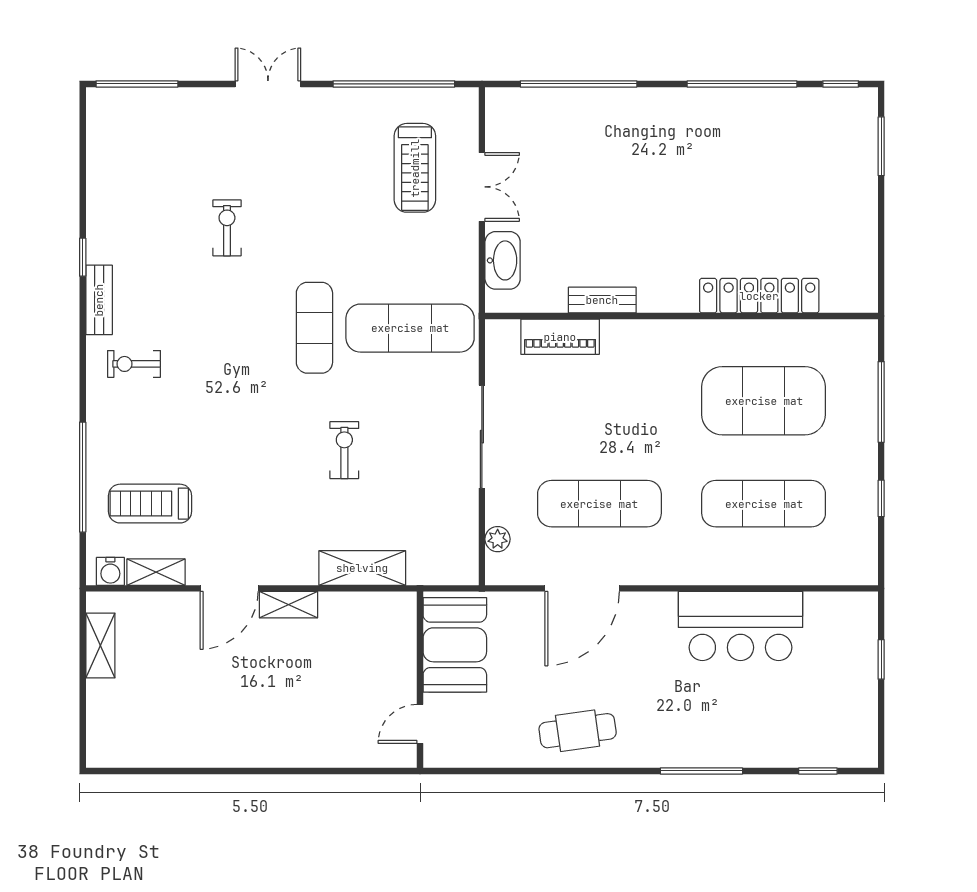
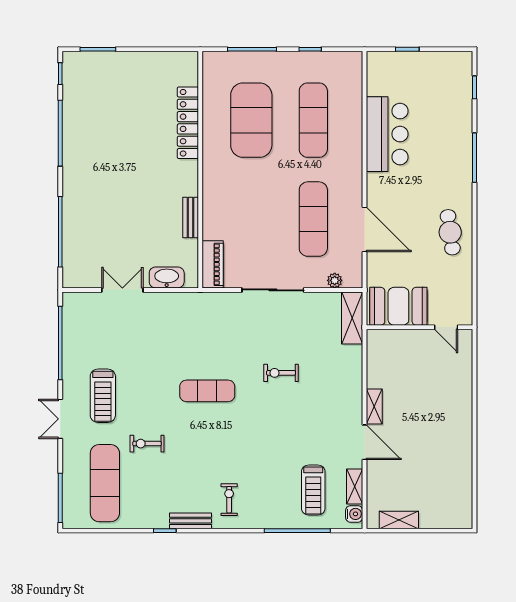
treadmill: (415, 168) -> (103, 396), moved, turned 90
exercise mat: (410, 328) -> (105, 483), moved
piano: (560, 337) -> (213, 264), moved
exercise bike: (134, 364) -> (229, 500), turned 180
shelving: (362, 568) -> (352, 318), moved

